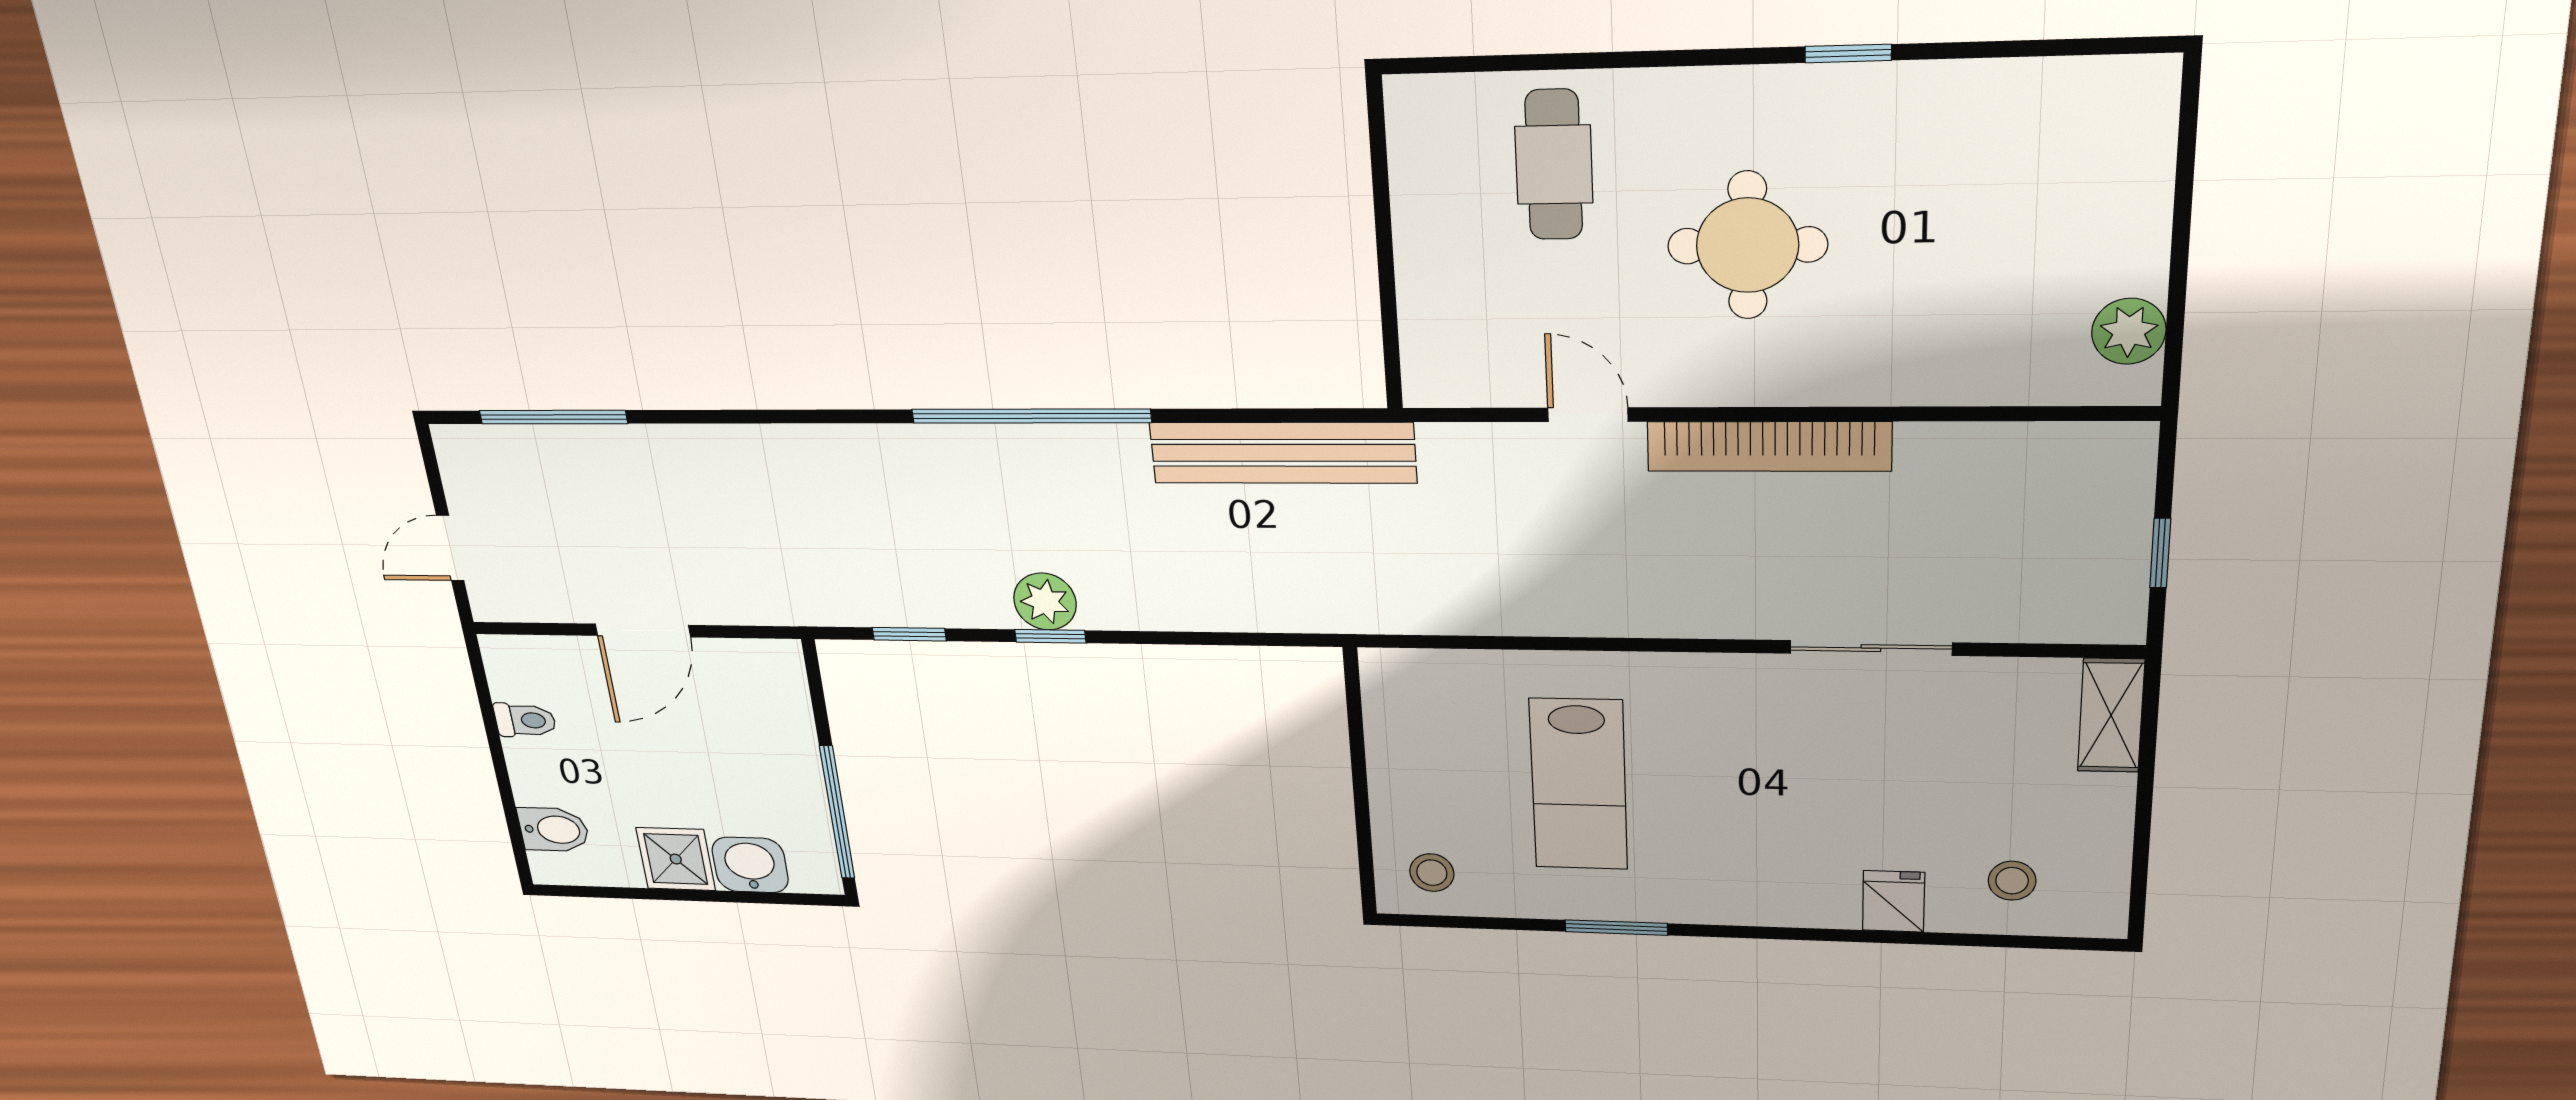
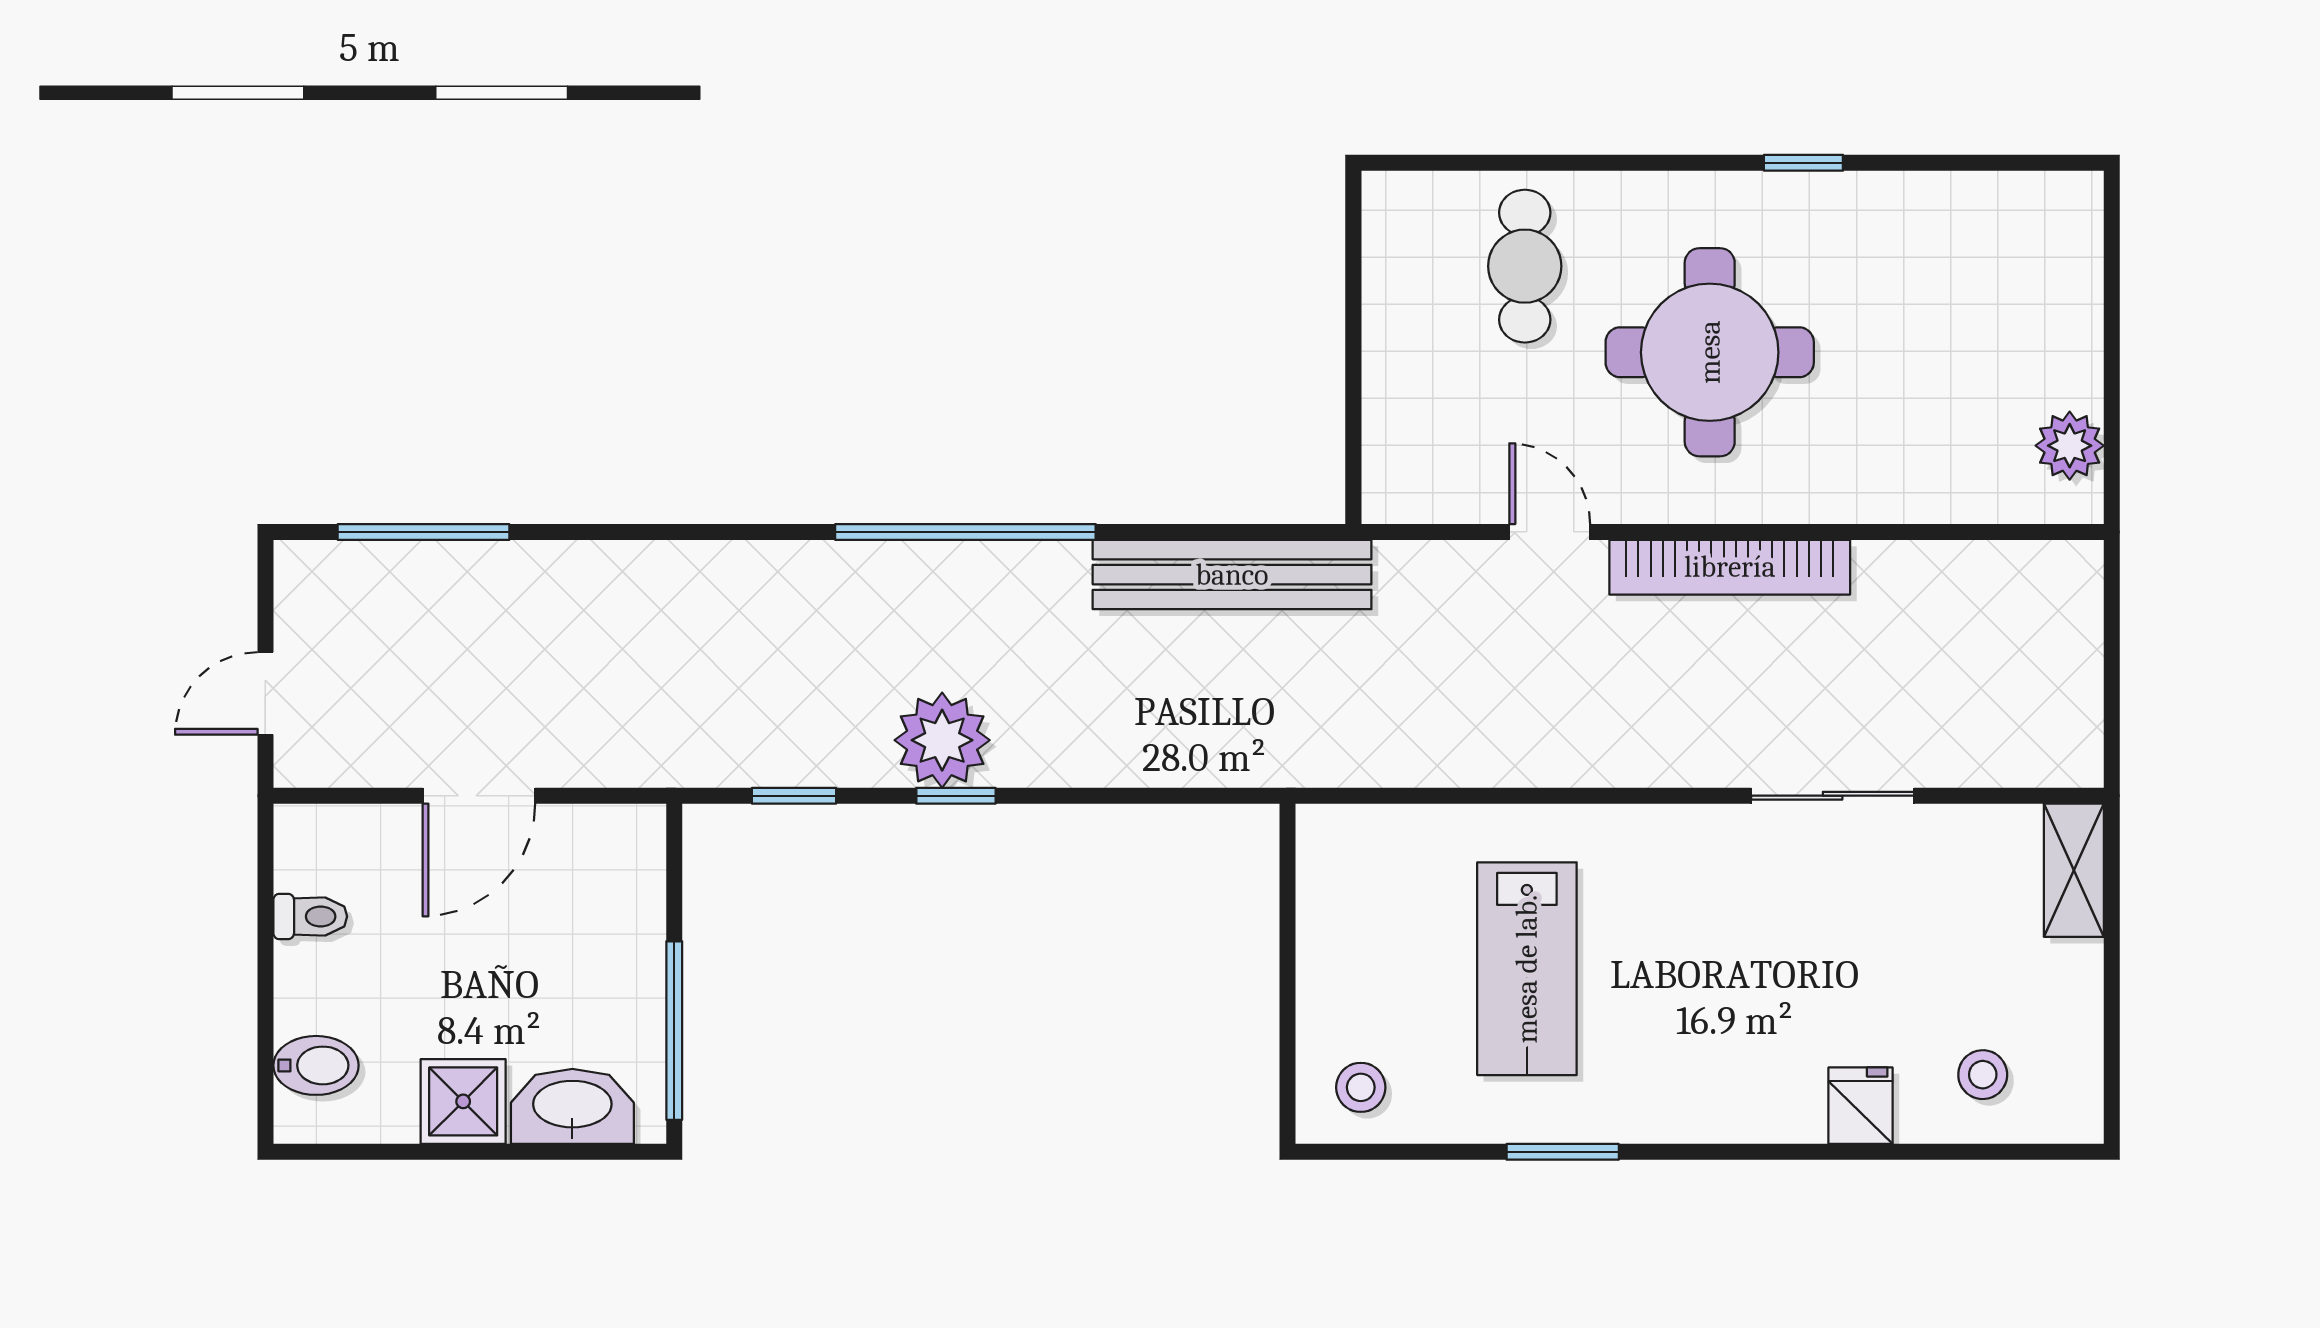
round table: (1748, 245) -> (1710, 352), width x1.36, depth x1.36
window: (2160, 553) -> (2112, 684), removed
plant: (1045, 602) -> (942, 740), width x1.36, depth x1.36
washbasin: (750, 865) -> (572, 1106), width x1.38

